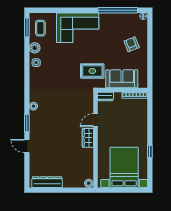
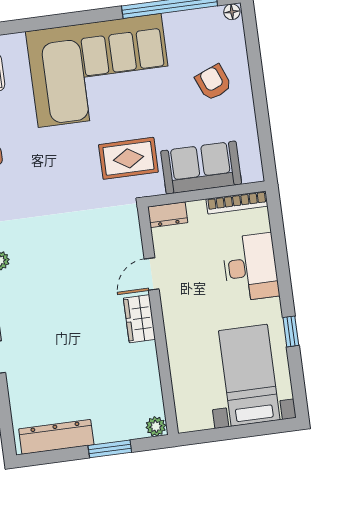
corner sofa: (78, 28) -> (100, 70), width x1.36, depth x1.36
desk: (137, 123) -> (250, 267), added
bed with nightstands: (124, 167) -> (249, 375), width x0.73
window: (69, 190) -> (110, 449), added

